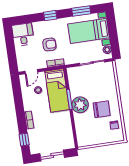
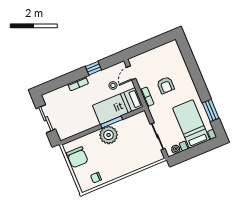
window: (50, 16) -> (197, 78), removed
desk: (23, 35) -> (169, 54), removed
door: (31, 72) -> (131, 73), hinge flipped
chair: (102, 109) -> (77, 157), moved
window: (24, 140) -> (93, 68), moved

